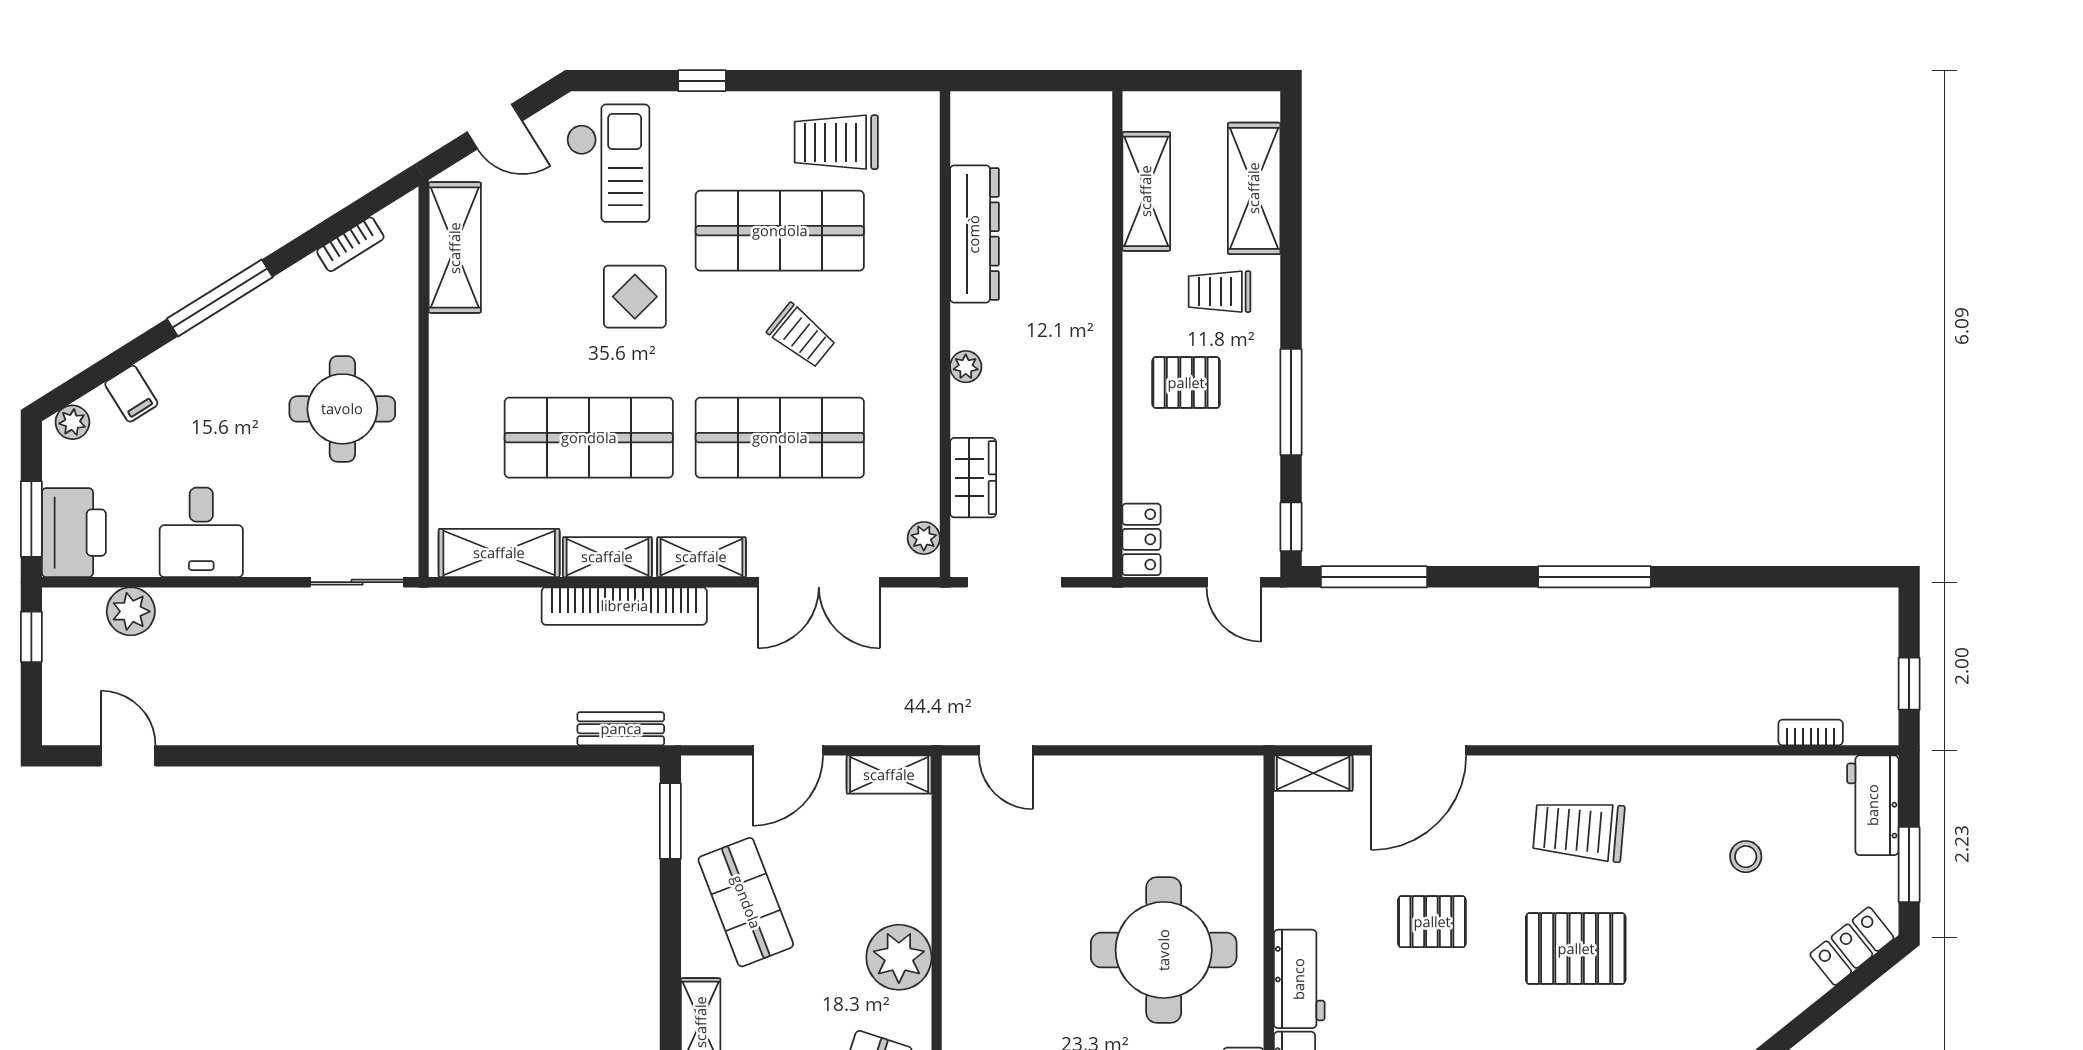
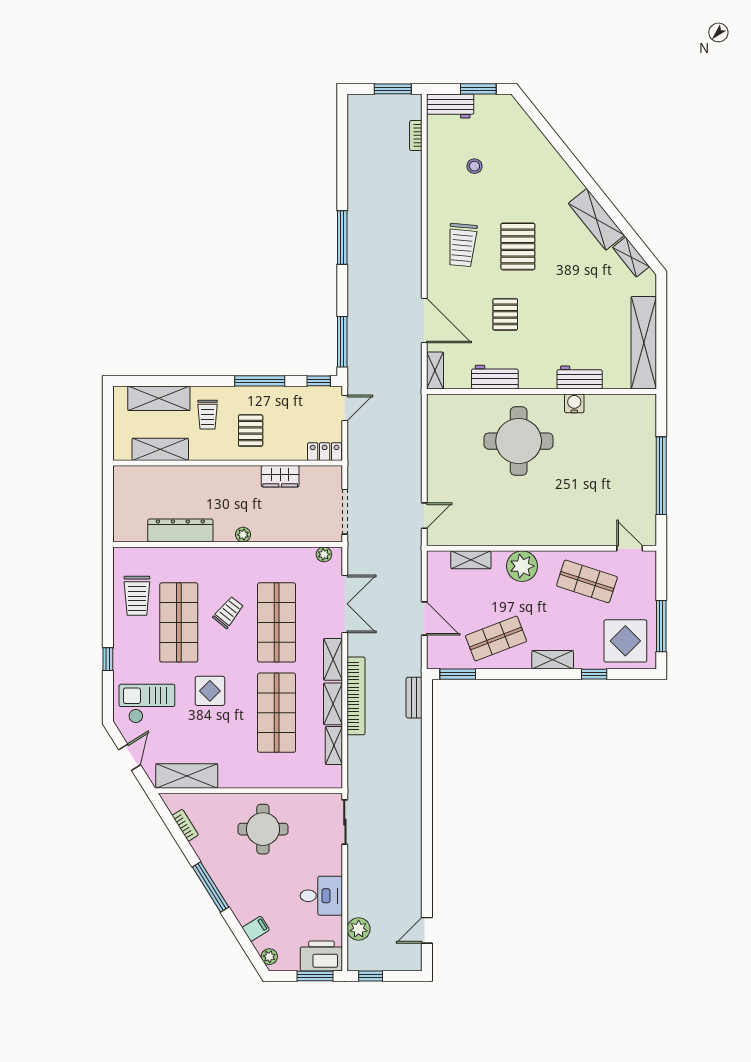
wardrobe: (973, 478) -> (280, 476), moved, turned 180
shelving: (499, 553) -> (334, 745), width x0.67, depth x0.75
window: (1909, 684) -> (393, 89), width x1.50
shelving: (889, 775) -> (471, 560), moved, turned 90
locker: (1852, 946) -> (517, 116), removed
workbench: (1299, 979) -> (495, 377), moved

